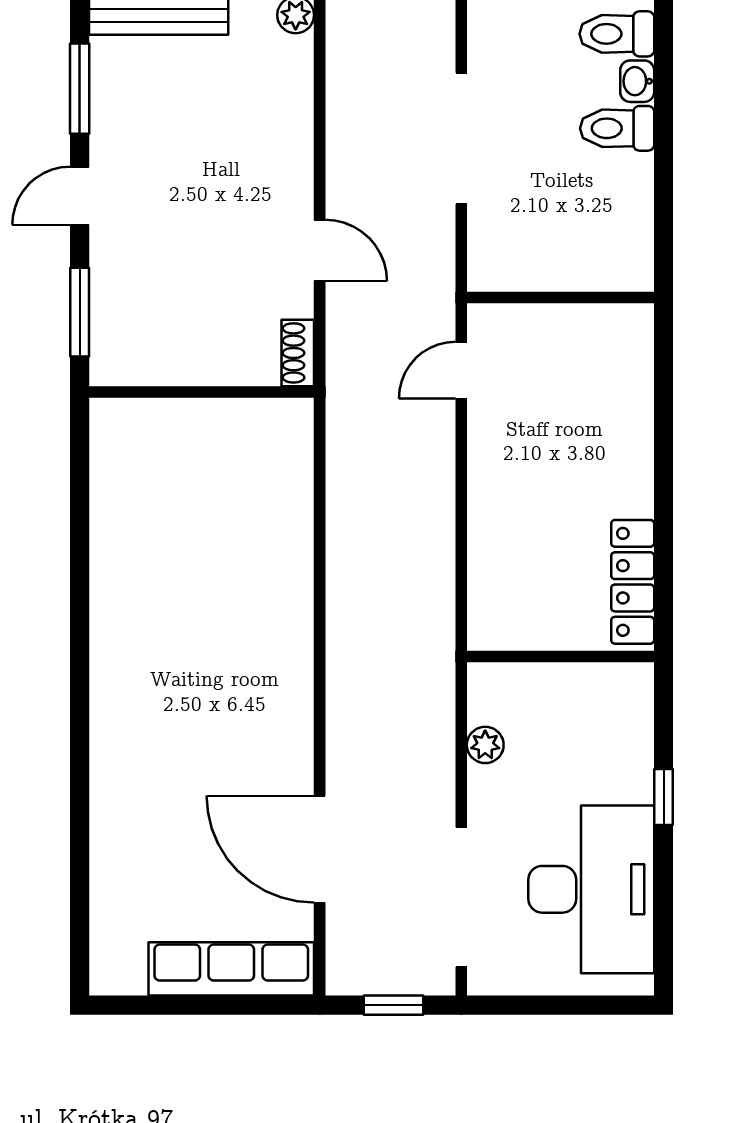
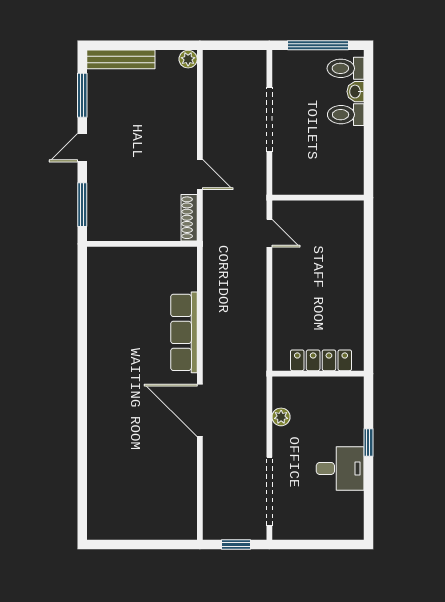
shoe rack: (298, 353) -> (189, 218), width x1.43
door: (461, 370) -> (269, 233), swing flipped
locker: (633, 582) -> (321, 360), moved, turned 90
door: (320, 849) -> (200, 410), moved
desk: (591, 889) -> (340, 468), width x0.53, depth x0.77
row of seats: (231, 969) -> (184, 332), moved, turned -90

